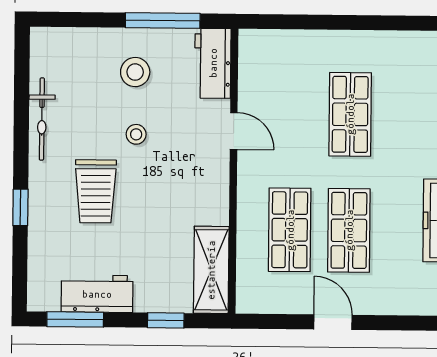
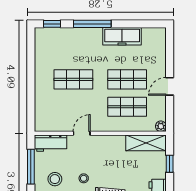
plant: (247, 302) -> (161, 126), added

